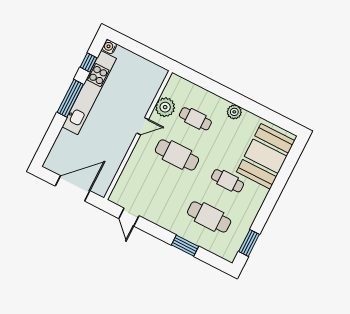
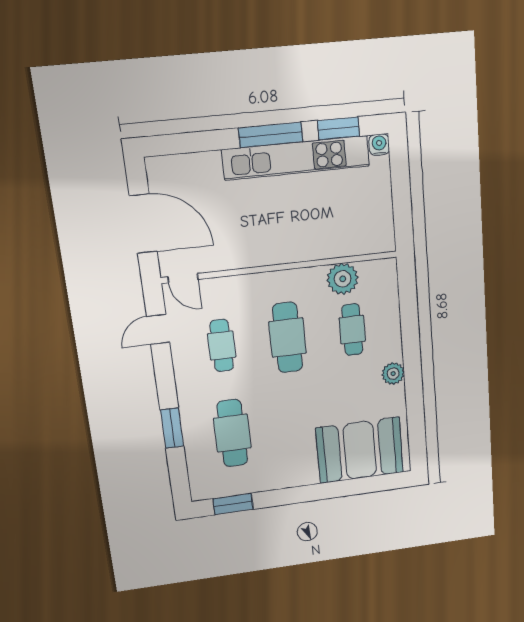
window: (88, 63) -> (338, 128), width x1.50
door: (143, 126) -> (183, 278), moved
cafe table: (228, 181) -> (222, 346), moved

